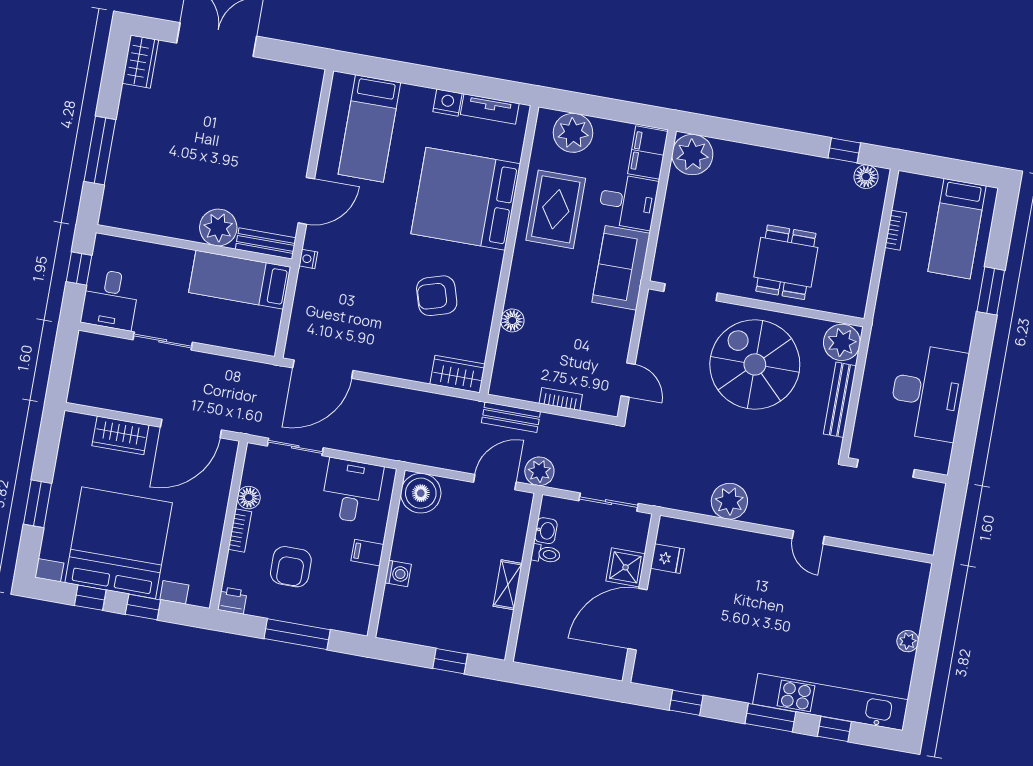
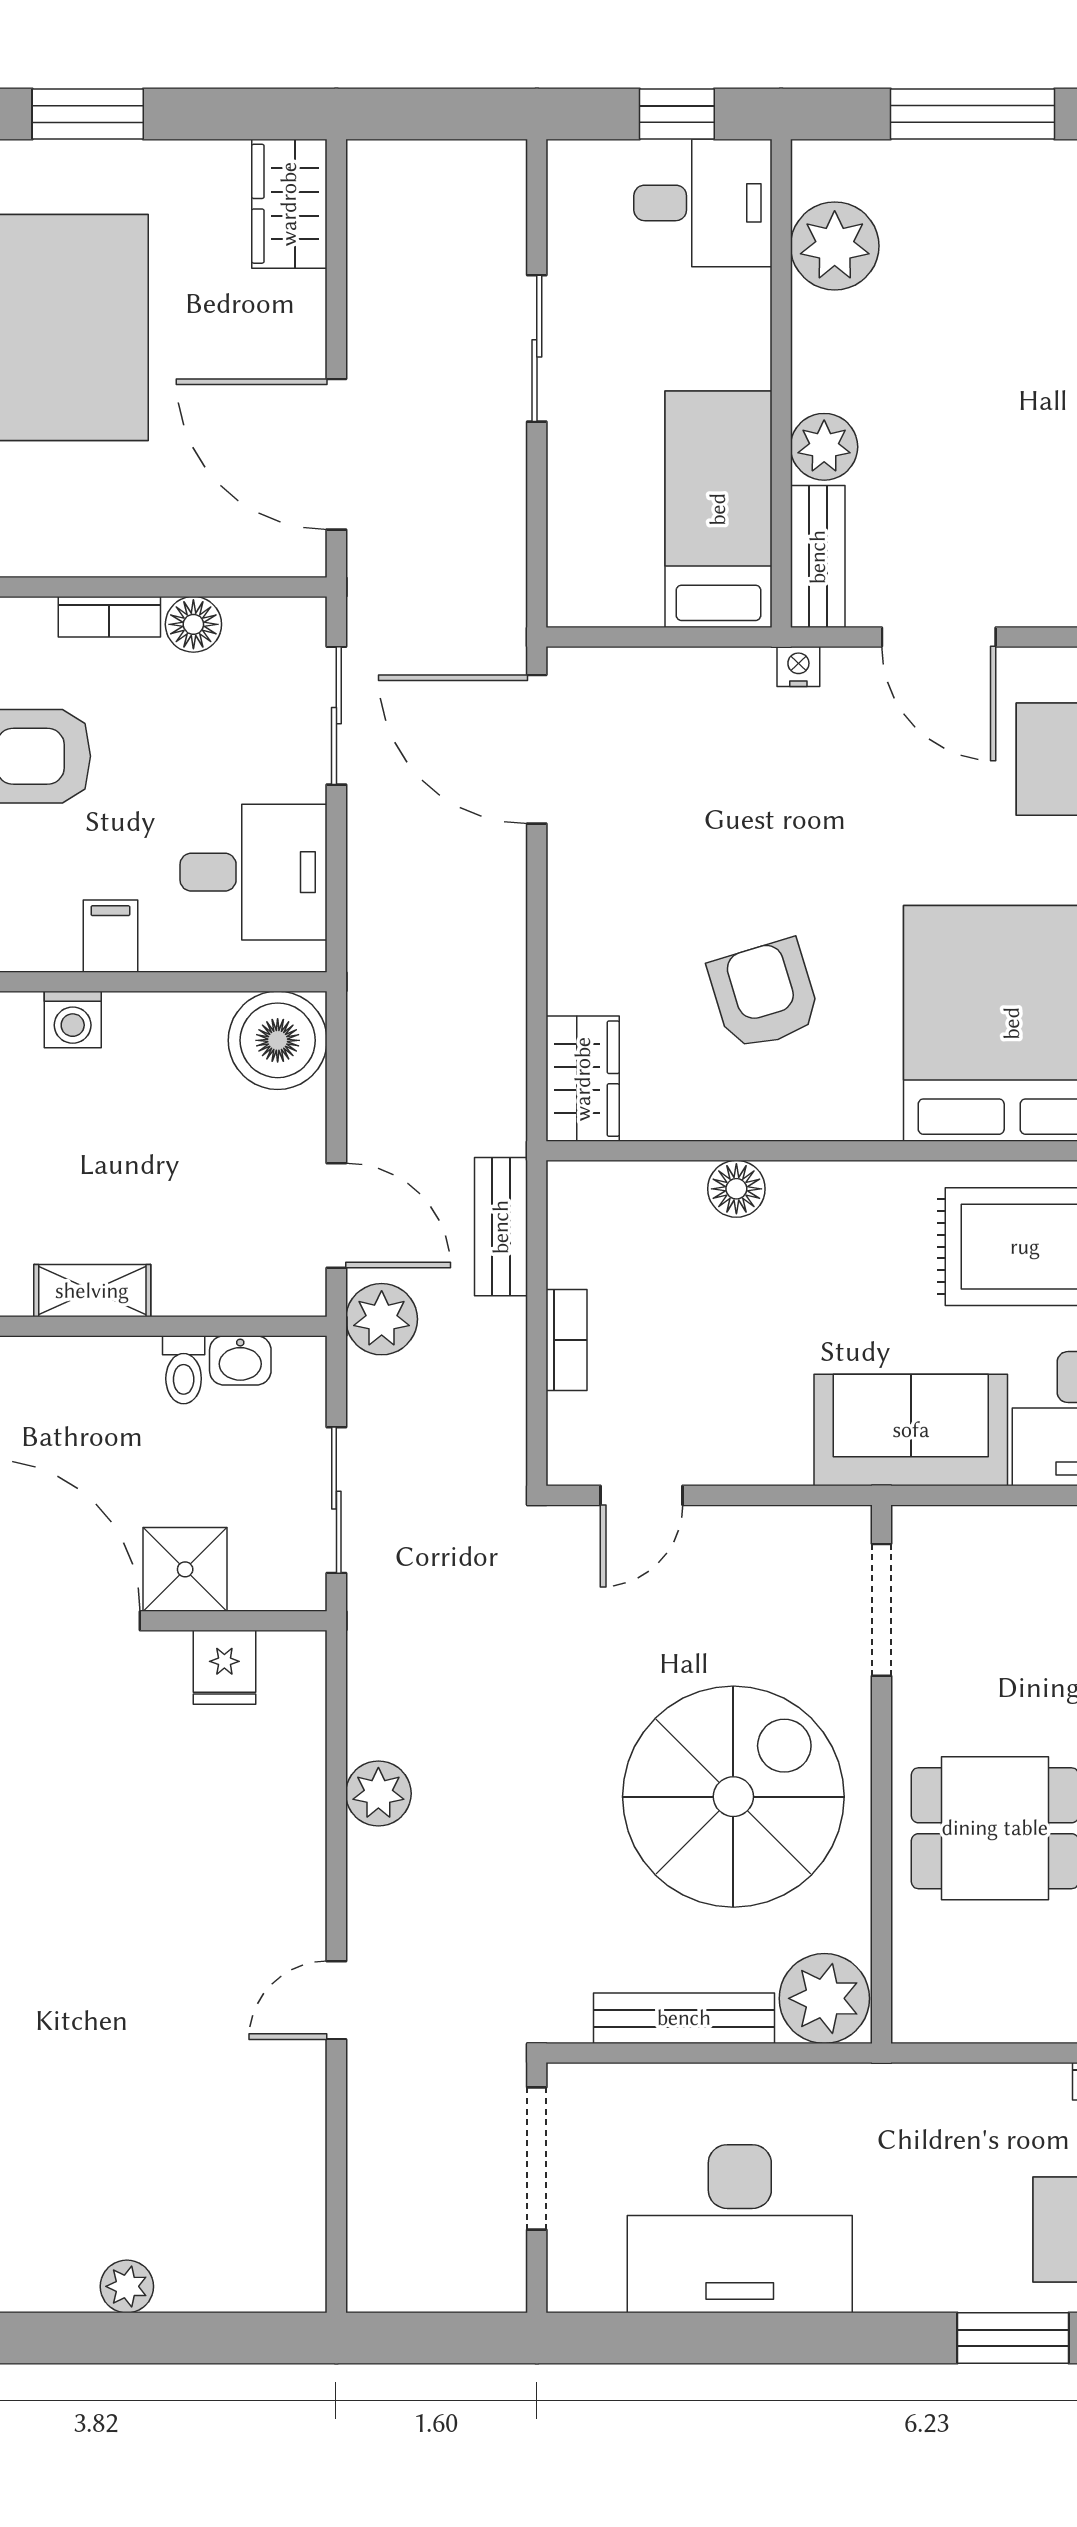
plant: (143, 215) -> (835, 246), added
plant: (218, 228) -> (824, 447), width x0.73, depth x0.73
desk: (110, 299) -> (703, 203), moved, turned 180
wardrobe: (120, 435) -> (289, 204), moved
plant: (729, 501) -> (378, 1794), width x0.73, depth x0.73

